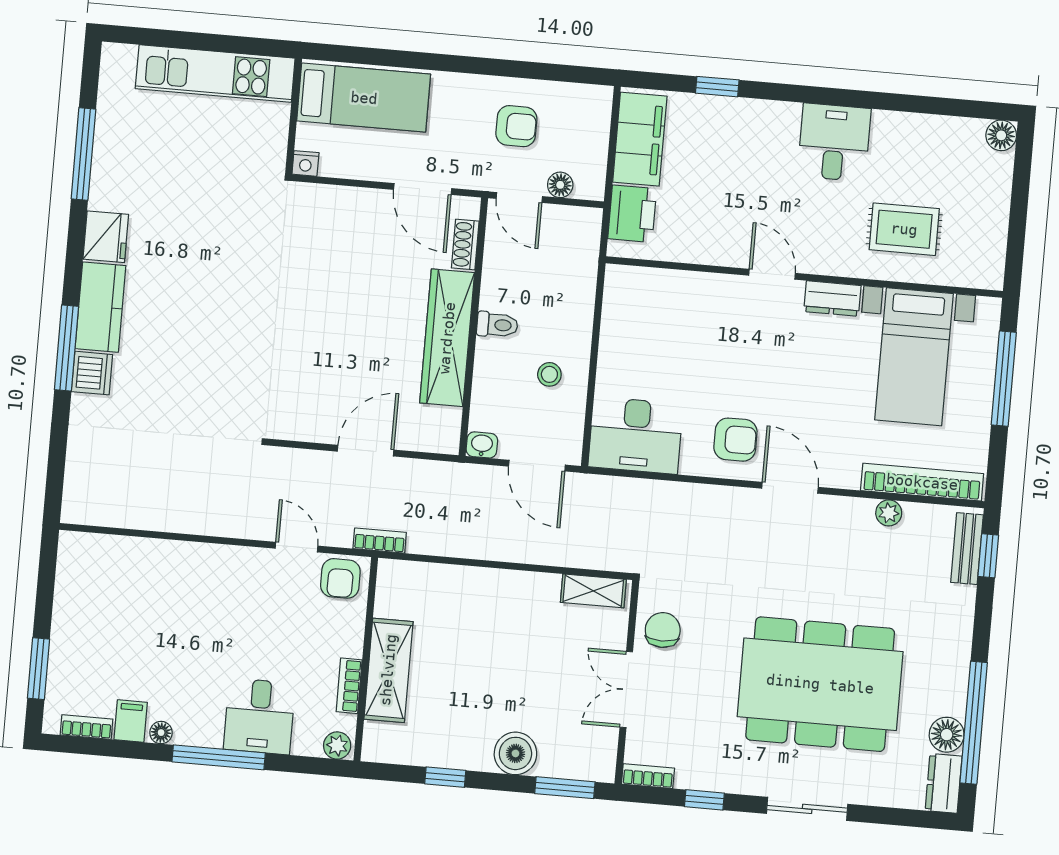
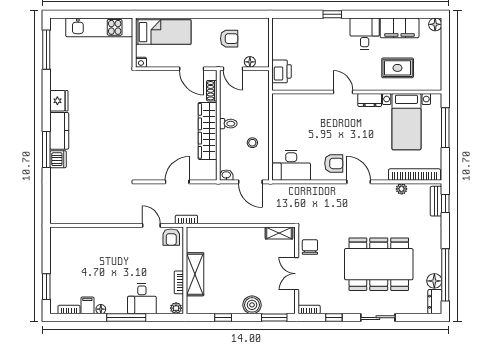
window: (717, 87) -> (332, 14), moved
filing cabinet: (640, 139) -> (400, 28), moved, turned 90
window: (83, 154) -> (46, 50), moved

